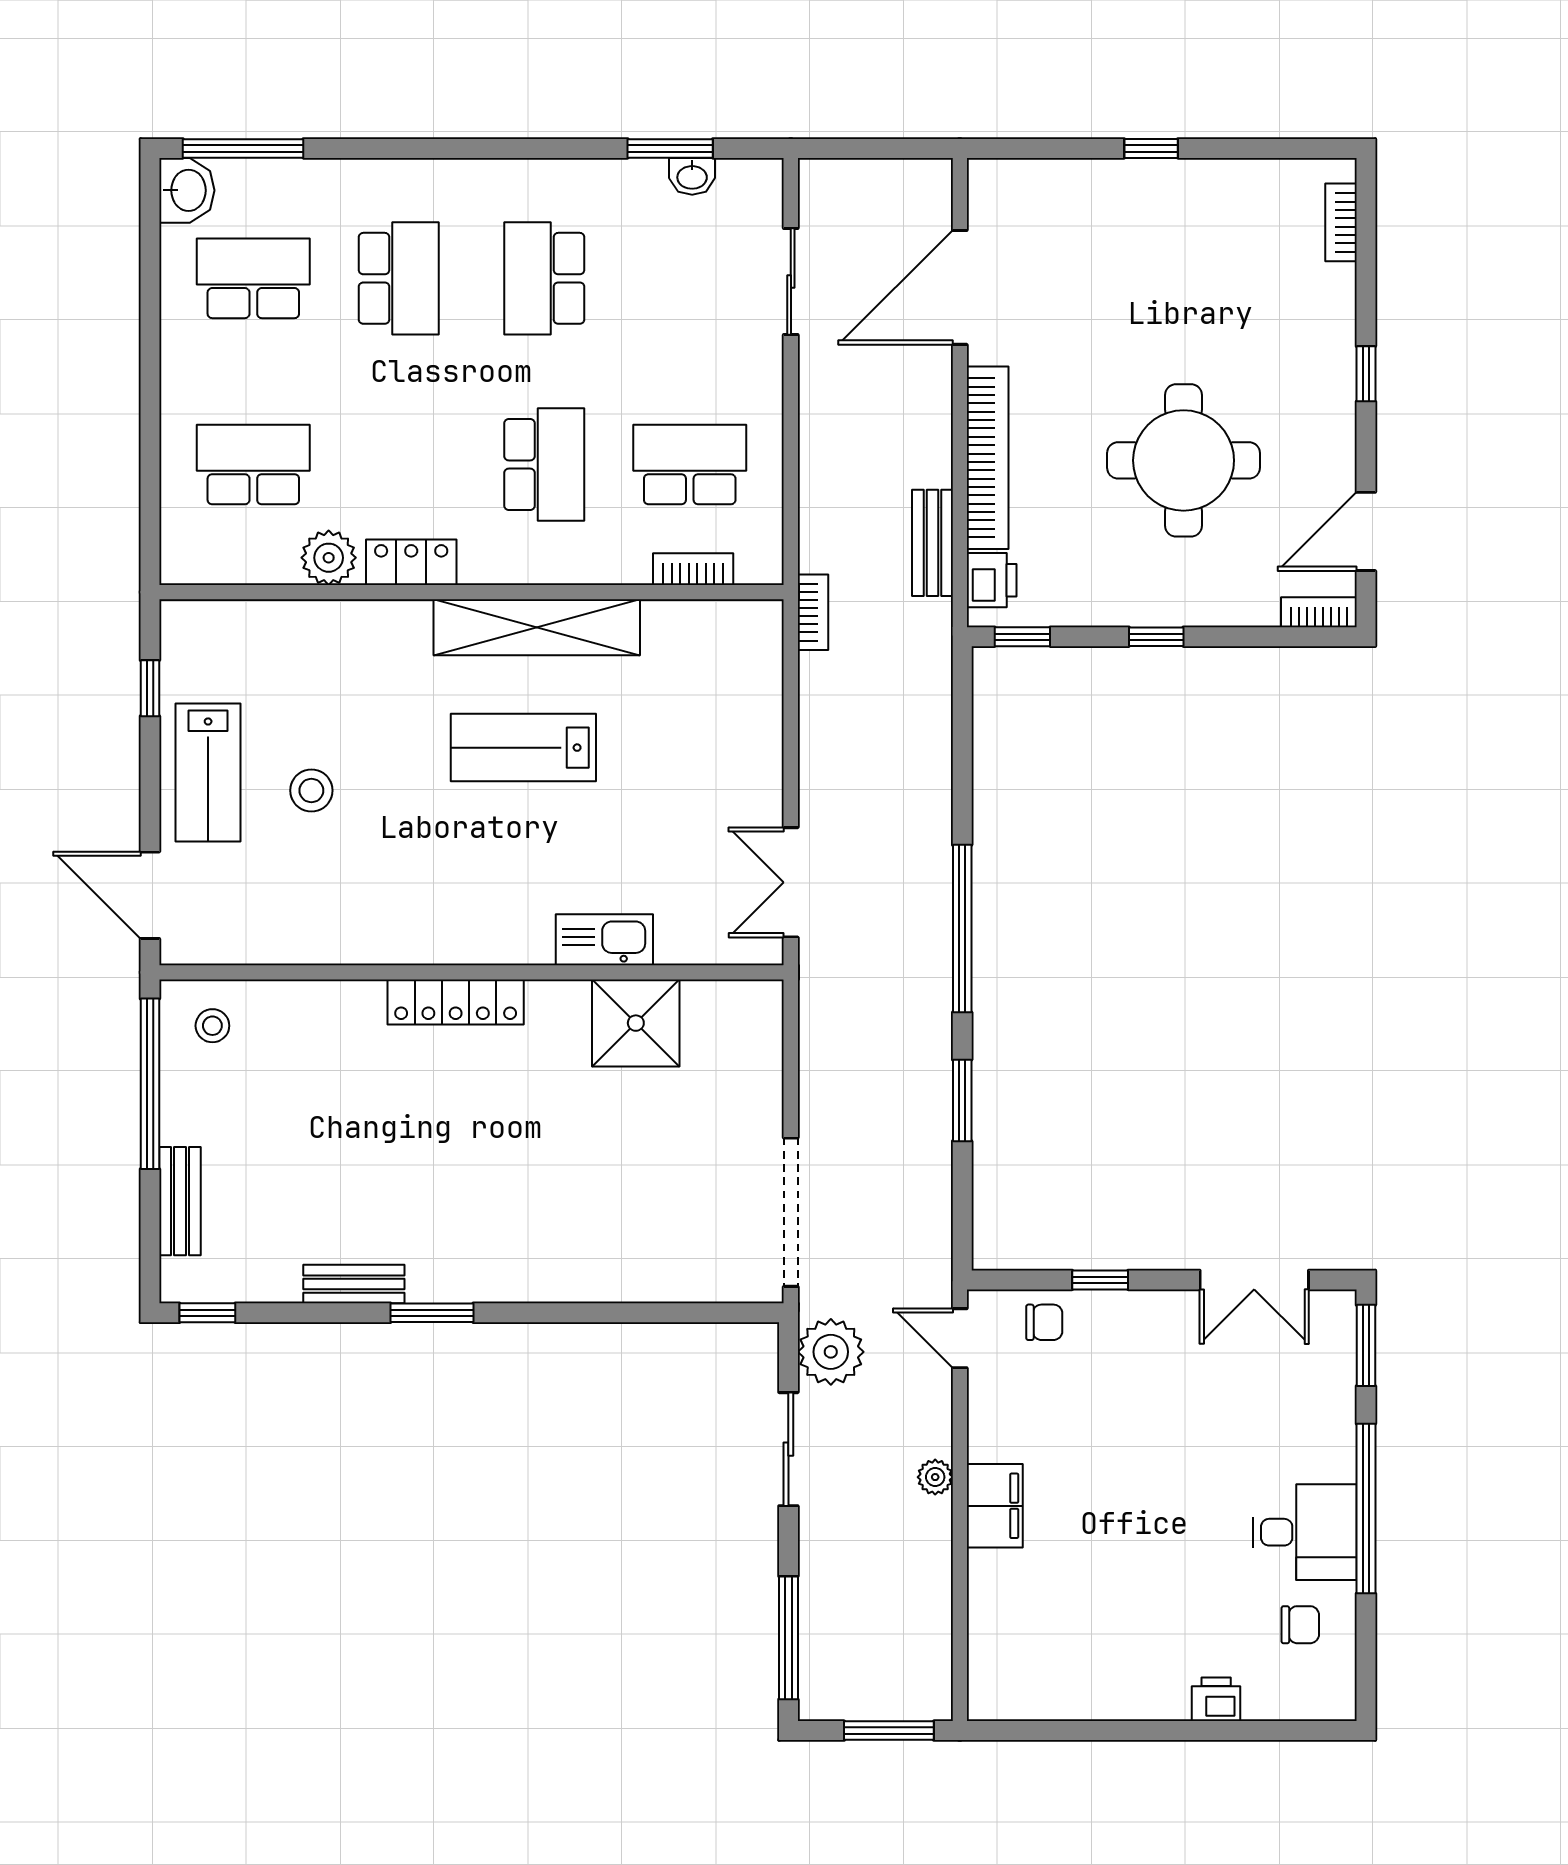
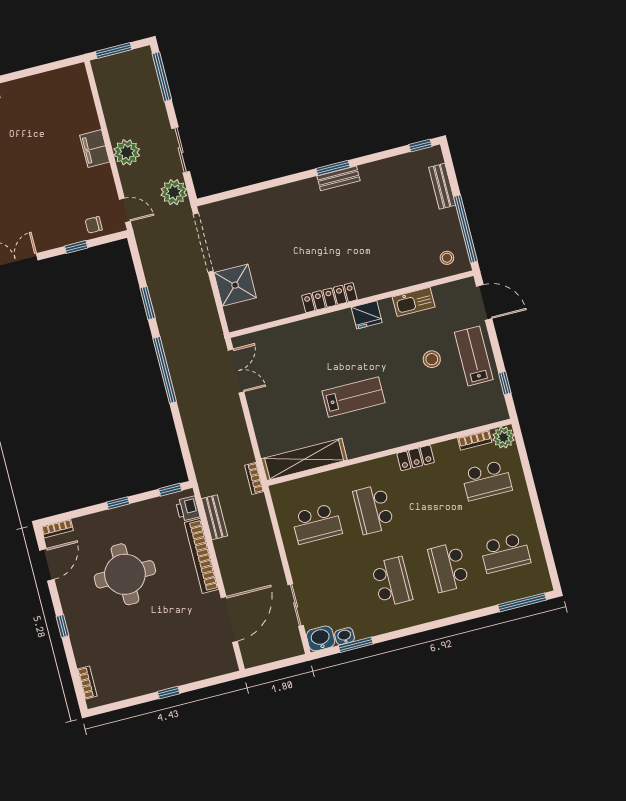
washbasin: (187, 190) -> (321, 638), moved, turned 90
plant: (329, 558) -> (503, 437), moved
bookcase: (693, 569) -> (475, 440), moved
shelving: (537, 627) -> (304, 459), moved
fridge: (441, 937) -> (367, 315), added
kitchen sink: (604, 940) -> (414, 302), moved
locker: (456, 1002) -> (329, 298), moved
shower: (636, 1023) -> (235, 285), moved
bench: (354, 1284) -> (338, 178), moved
plant: (935, 1477) -> (127, 152), width x1.88, depth x1.88

